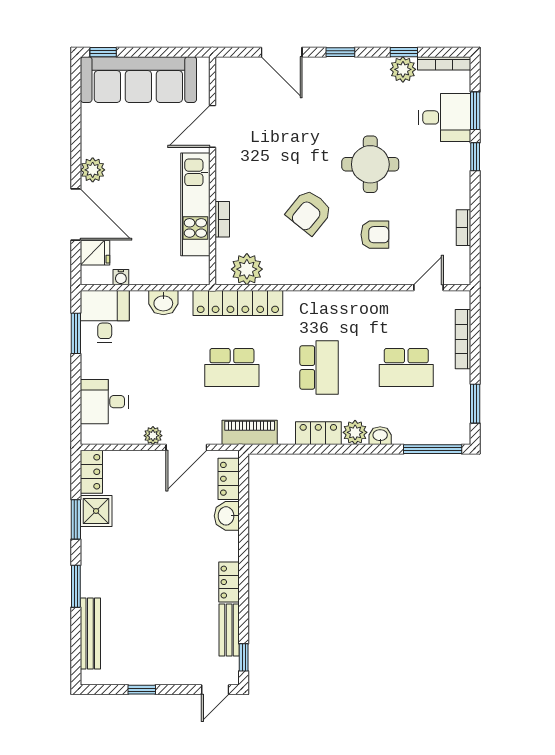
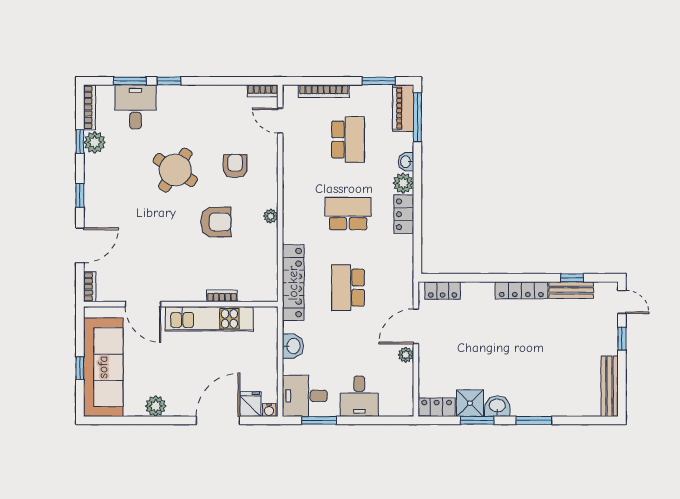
window: (103, 52) -> (80, 368), moved
bookcase: (233, 64) -> (90, 287), added
round table: (370, 164) -> (175, 170), turned 33
plant: (93, 170) -> (156, 406), moved
armchair: (309, 212) -> (216, 222), turned -39
bookcase: (463, 228) -> (263, 91), moved
plant: (247, 269) -> (271, 216), moved, width x0.53, depth x0.53
water cooler: (121, 277) -> (269, 410), moved, turned 90
school desk: (232, 368) -> (348, 288), turned 180
desk: (104, 402) -> (359, 396), moved
piano: (250, 432) -> (403, 108), moved
door: (186, 447) -> (416, 326), swing flipped
washbasin: (227, 516) -> (497, 406), moved, turned 180
locker: (229, 582) -> (521, 290), width x1.53
bench: (90, 633) -> (610, 386), moved, turned 90
window: (244, 657) -> (572, 278), moved
window: (142, 690) -> (622, 339), moved

